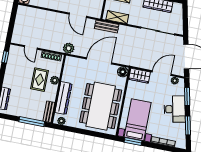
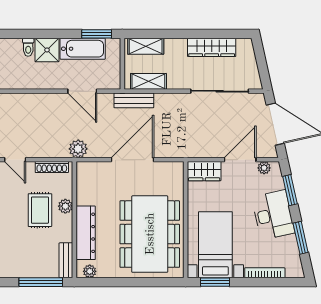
floor lamp: (123, 72) -> (175, 170), removed

